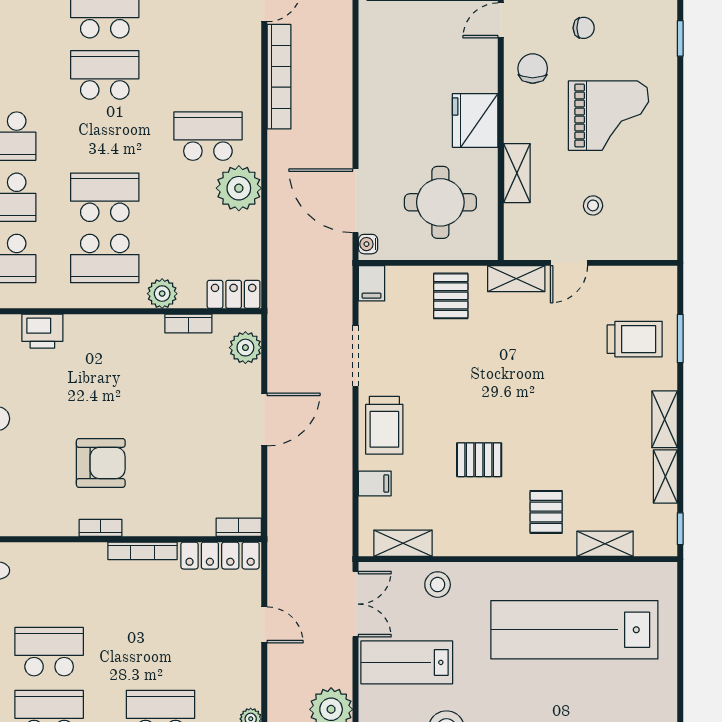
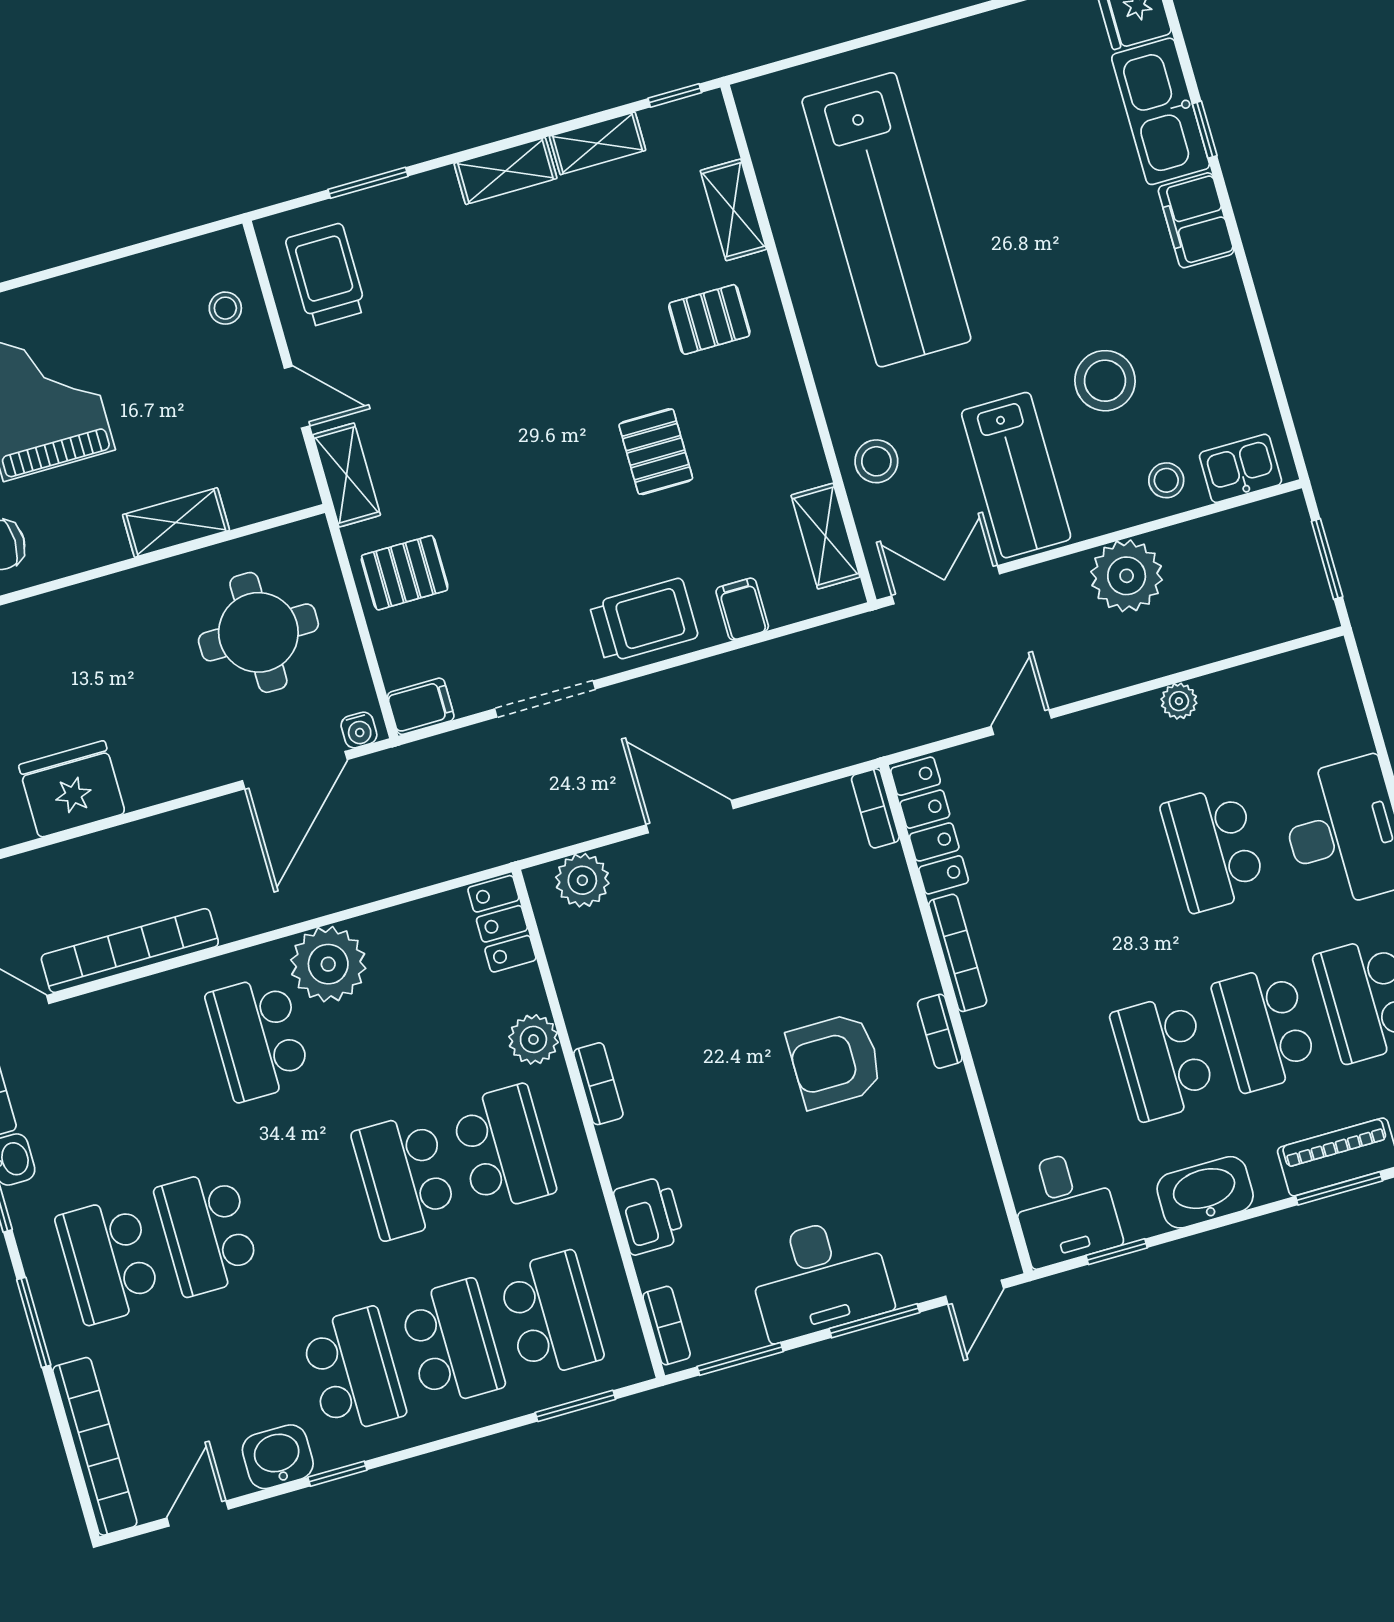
fridge: (475, 120) -> (72, 789), moved, turned 180
stool: (593, 205) -> (225, 308), moved
bookcase: (188, 324) -> (598, 1084), moved
trolley: (635, 339) -> (326, 275), moved
armchair: (101, 463) -> (835, 1061), turned -90

